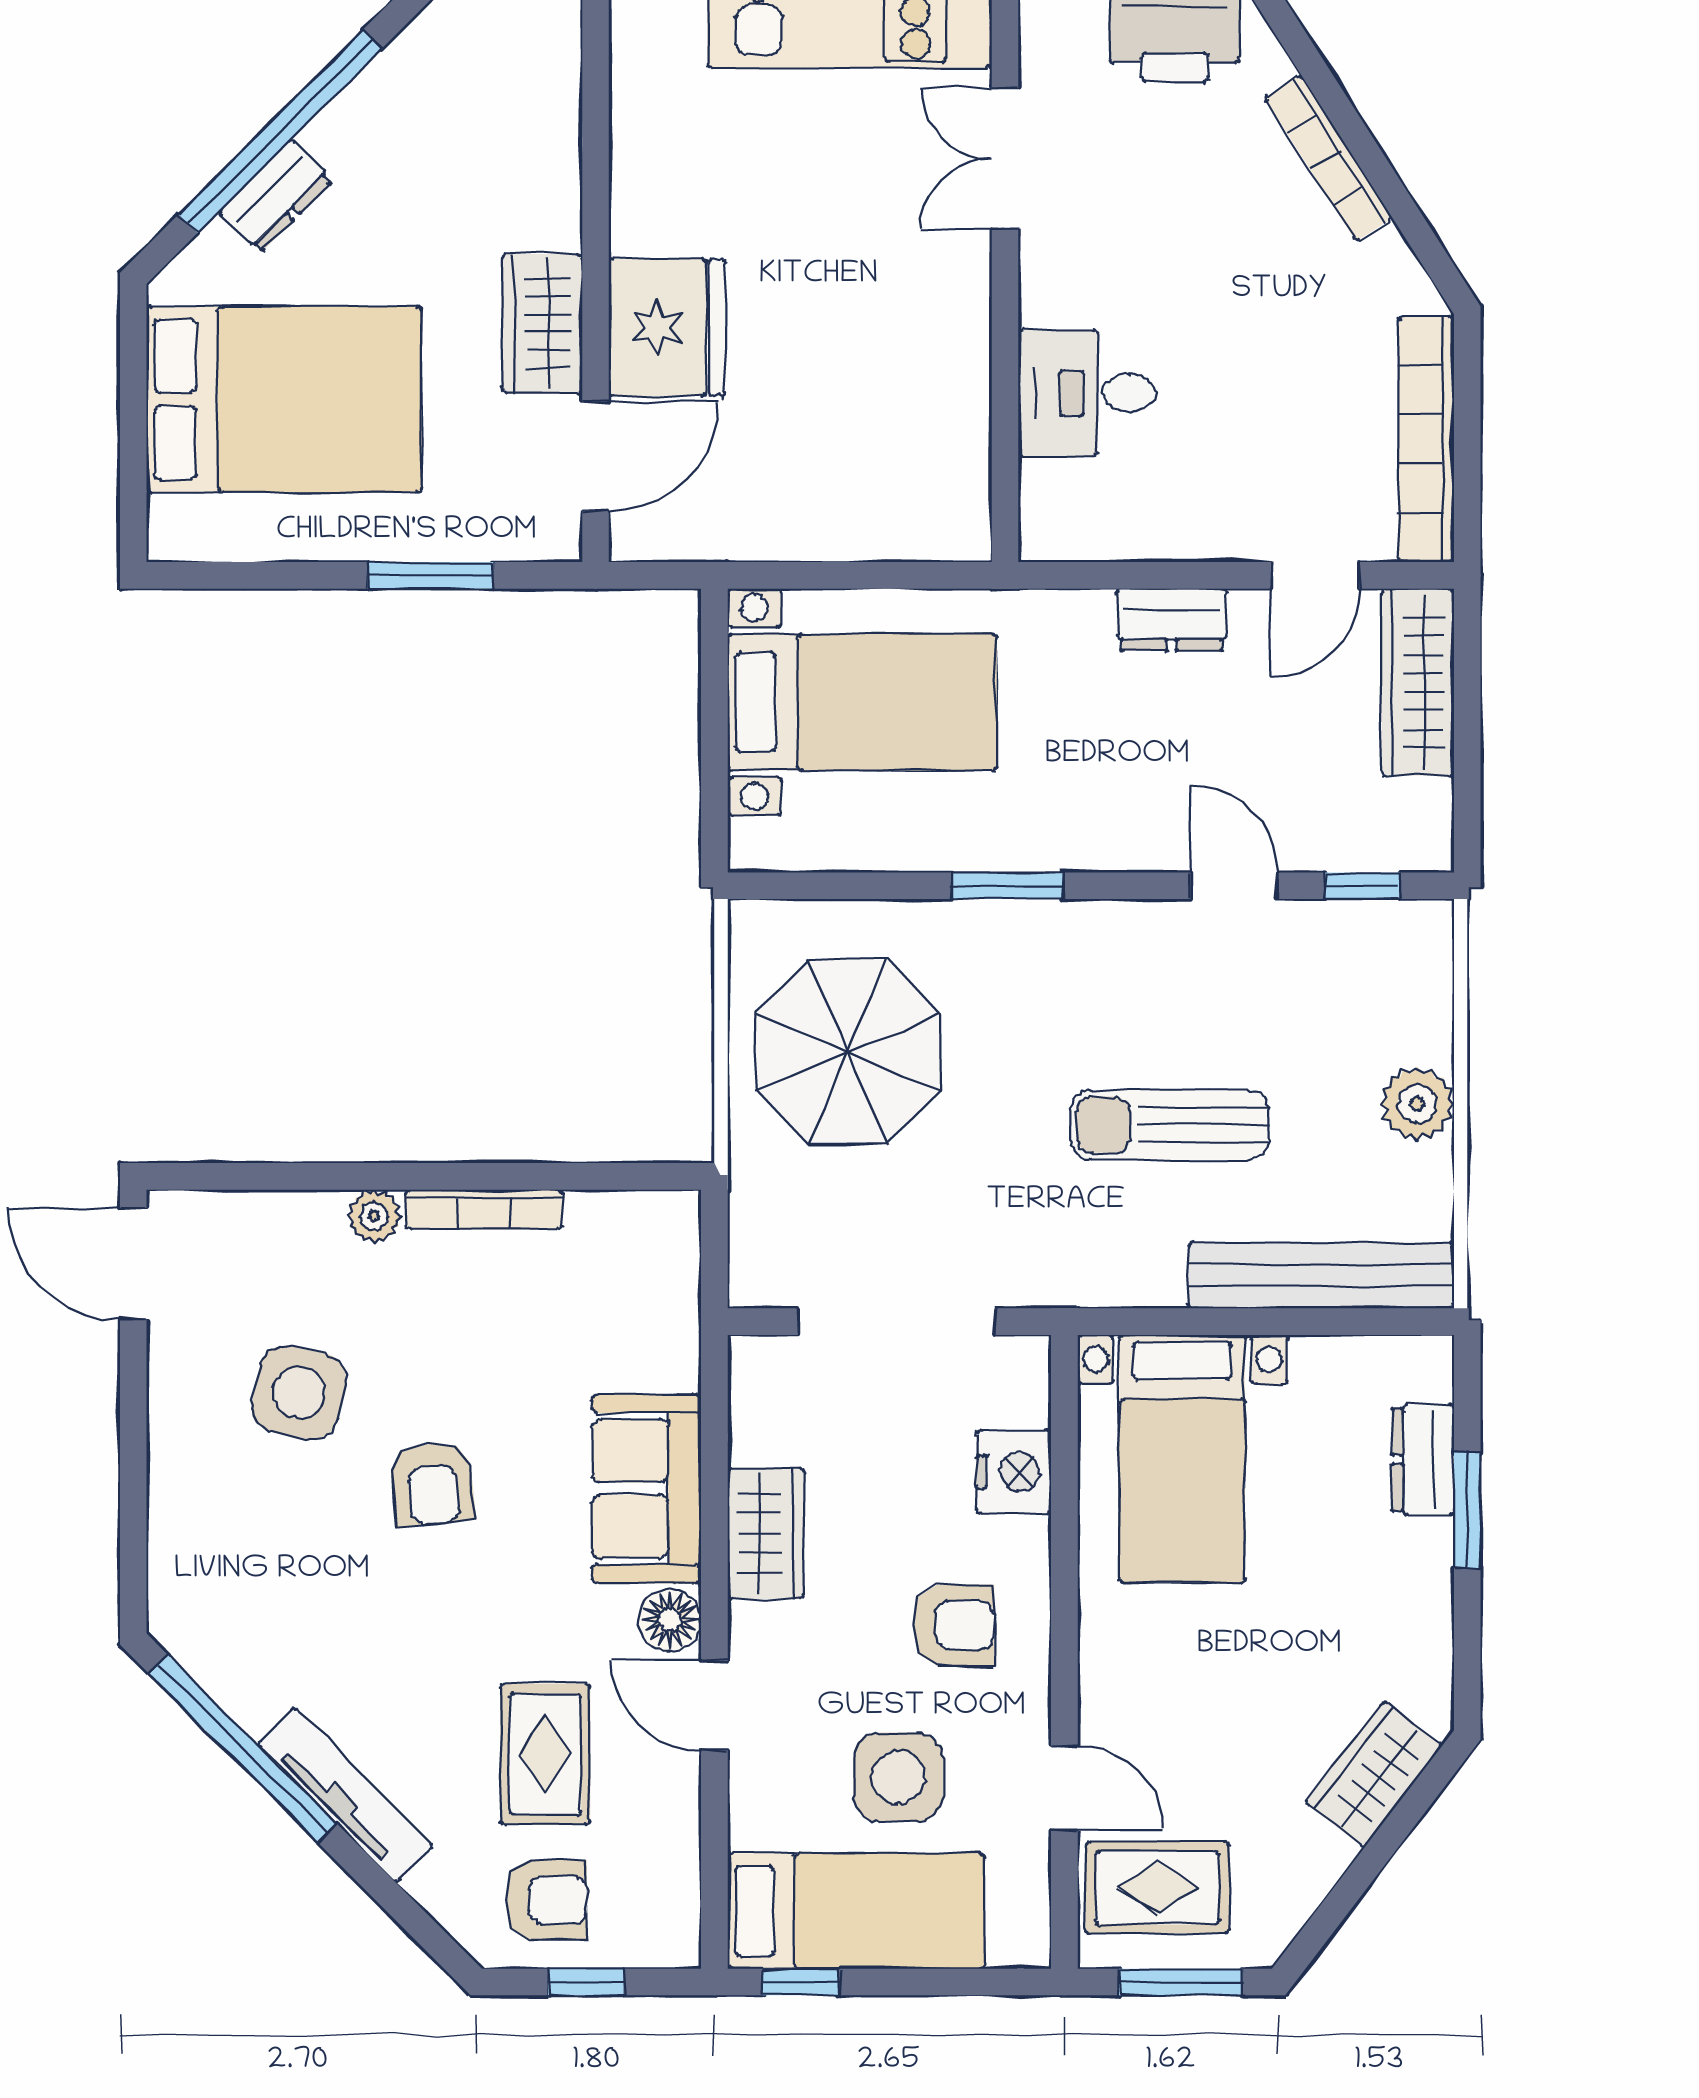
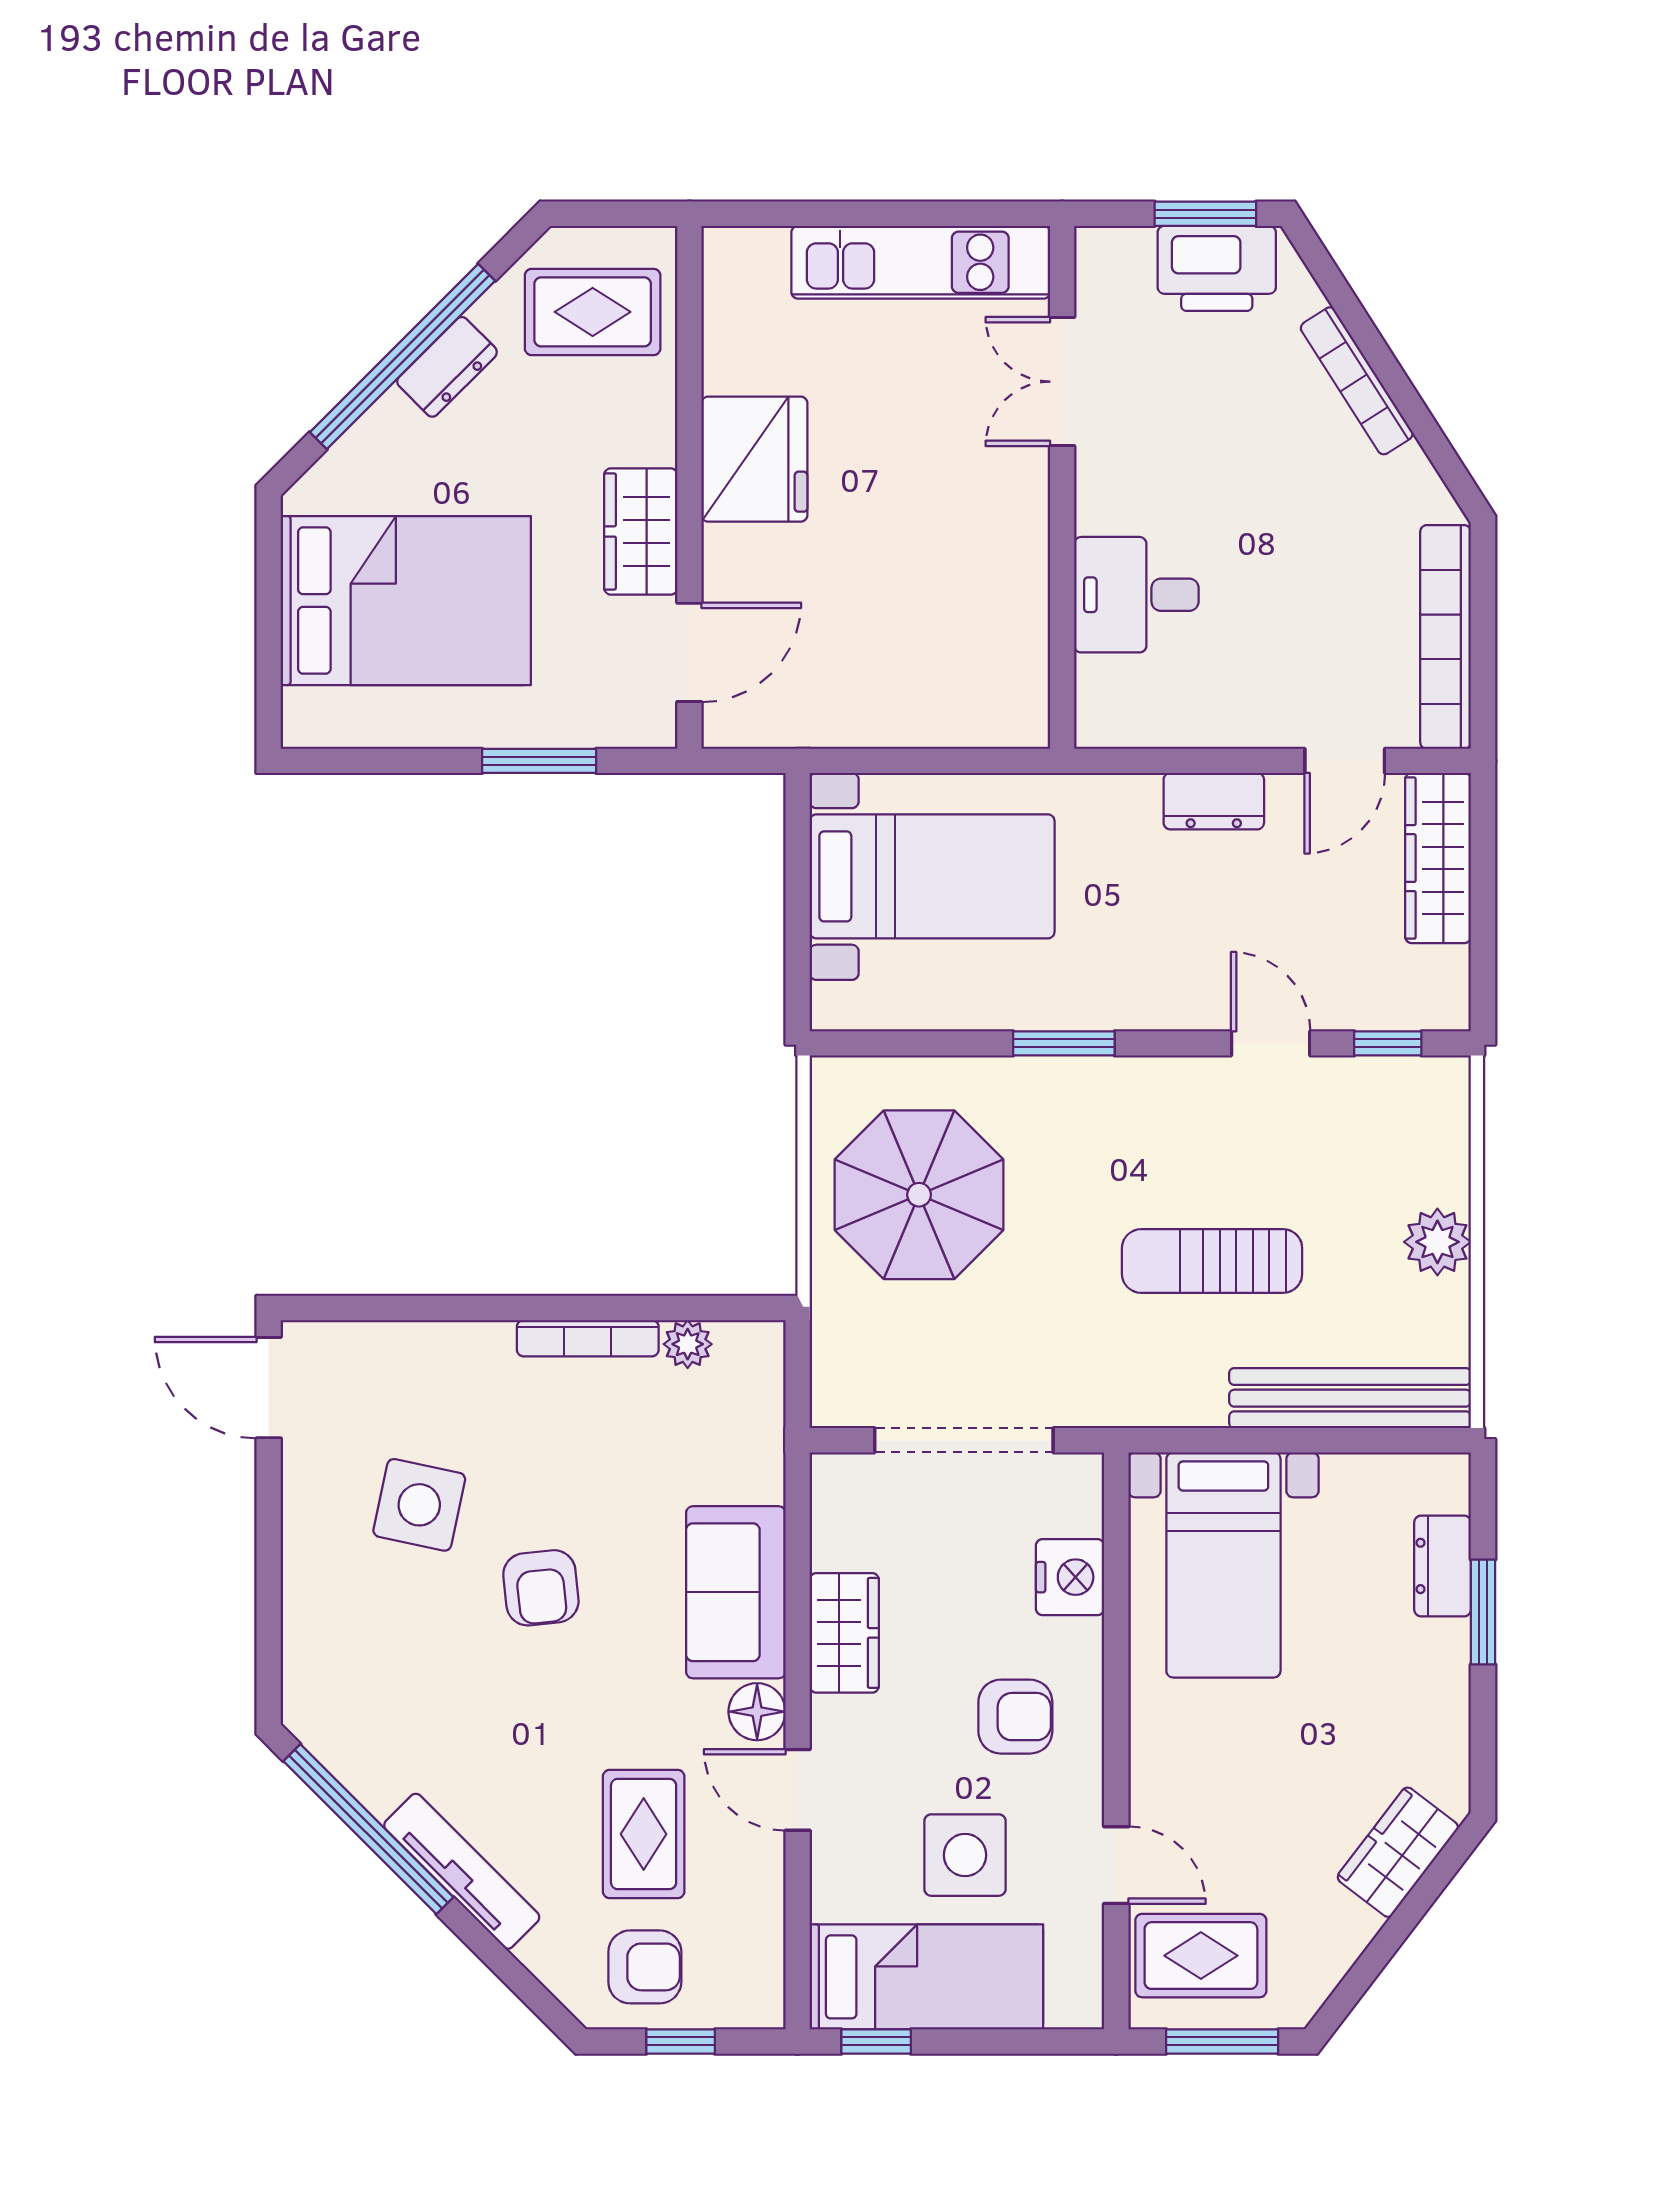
rug: (489, 82) -> (593, 312), added
dresser: (276, 196) -> (447, 367), moved
fridge: (667, 327) -> (754, 459), moved
plant: (374, 1216) -> (688, 1344), moved

